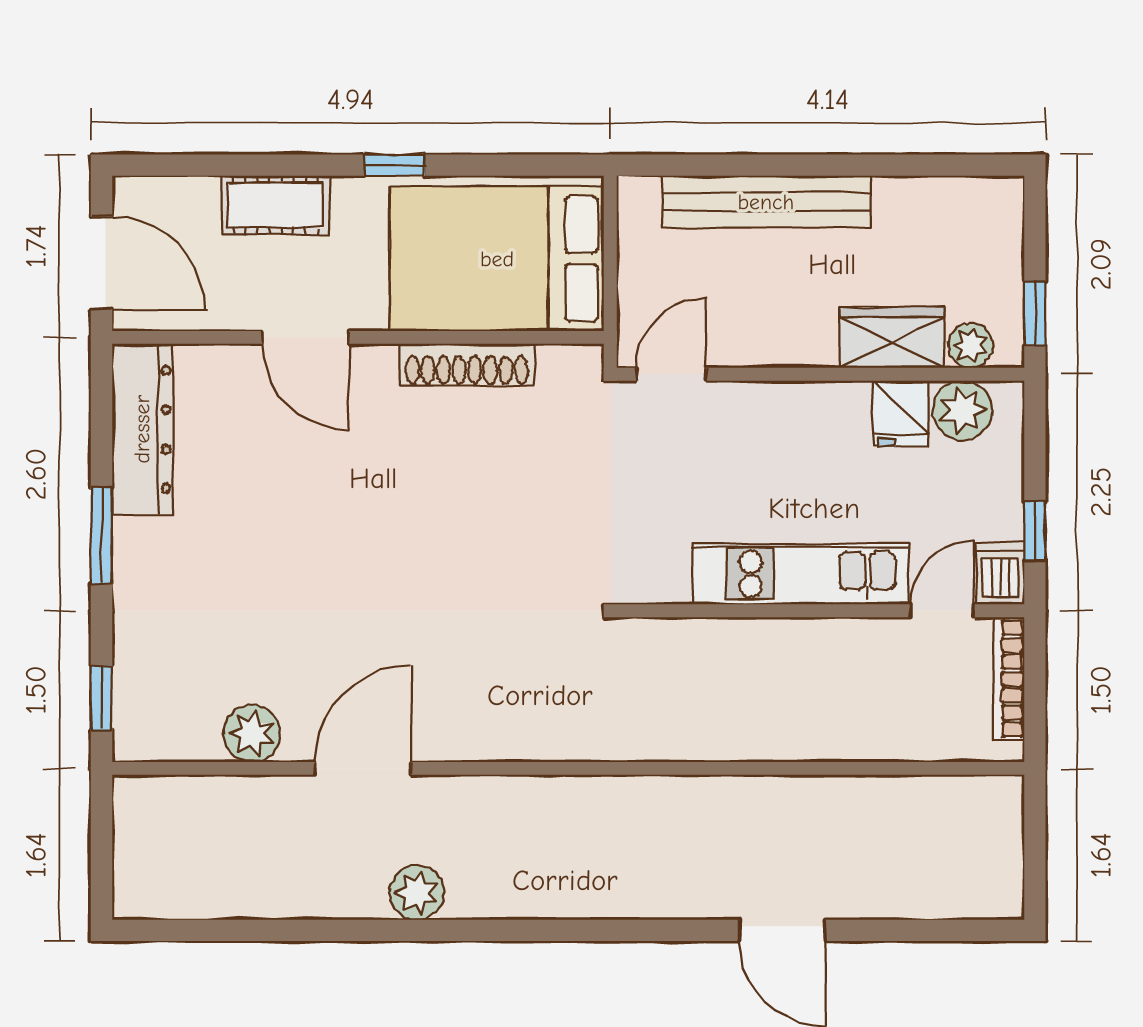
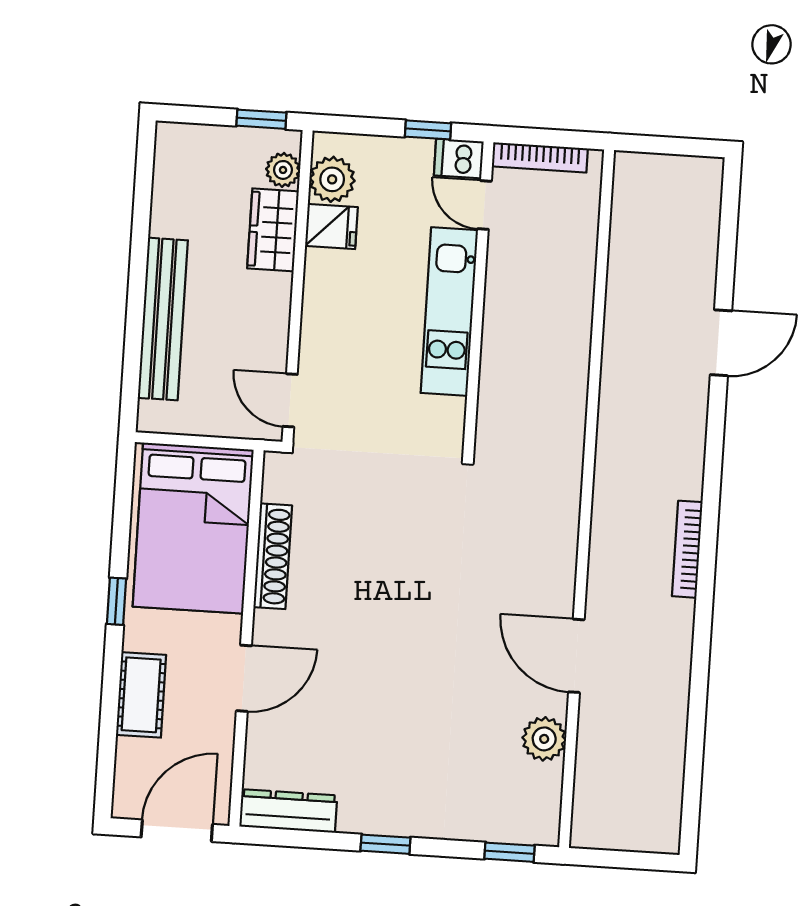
dresser: (142, 429) -> (288, 811), width x0.73, depth x0.80
window: (101, 536) -> (385, 844), width x0.67
plant: (417, 893) -> (674, 621), removed
bookcase: (511, 904) -> (687, 549), added

